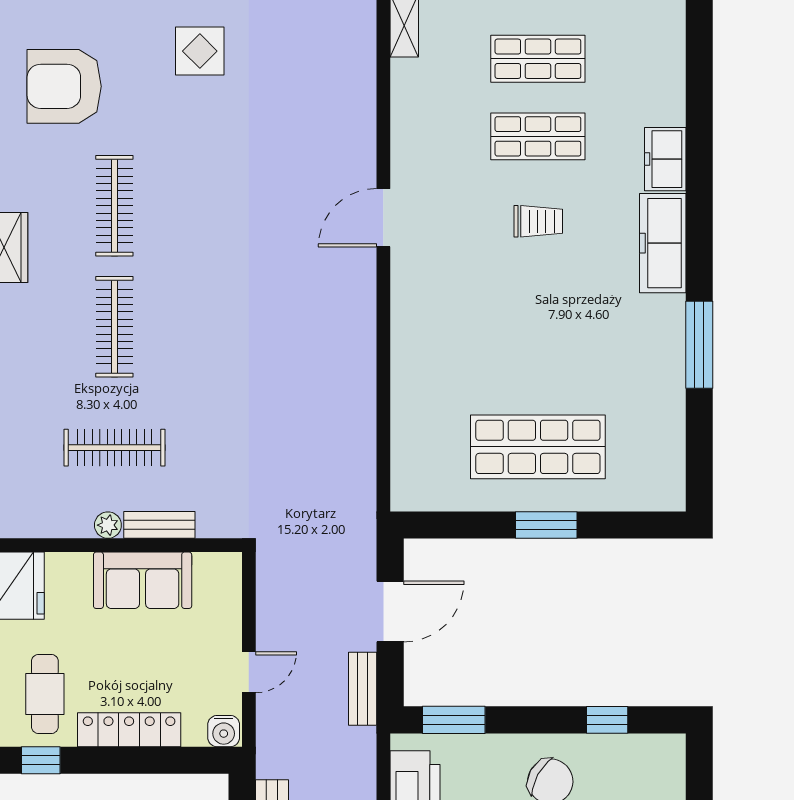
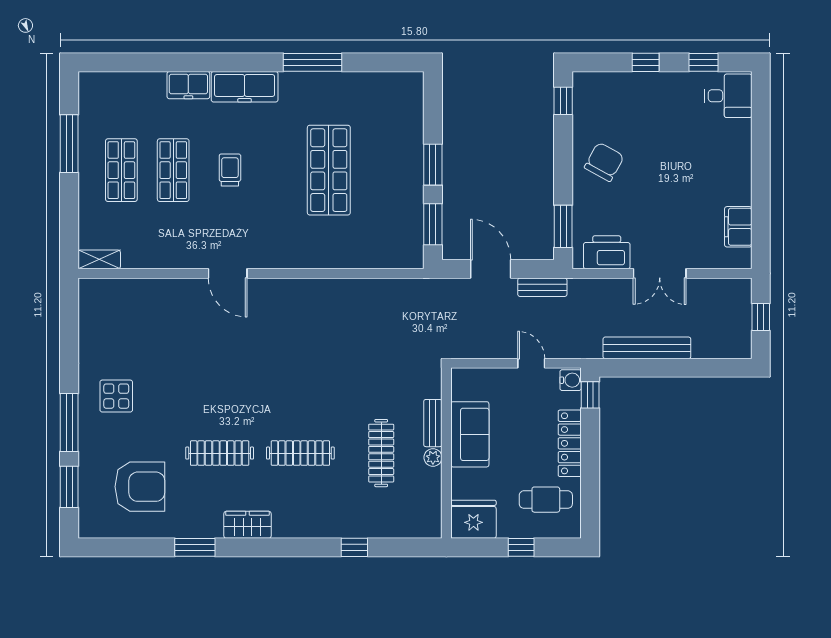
armchair: (64, 86) -> (140, 487), turned -90
shop shelf: (538, 447) -> (329, 170), moved
window: (457, 525) -> (433, 224), added
window: (607, 720) -> (563, 101), moved
window: (41, 760) -> (590, 395), moved

